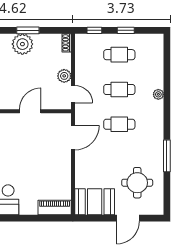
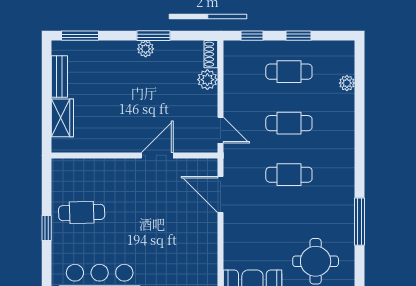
plant: (22, 44) -> (146, 49), width x0.53, depth x0.53
plant: (64, 76) -> (207, 80), moved
plant: (158, 94) -> (347, 83), moved
door: (73, 138) -> (220, 194), swing flipped

